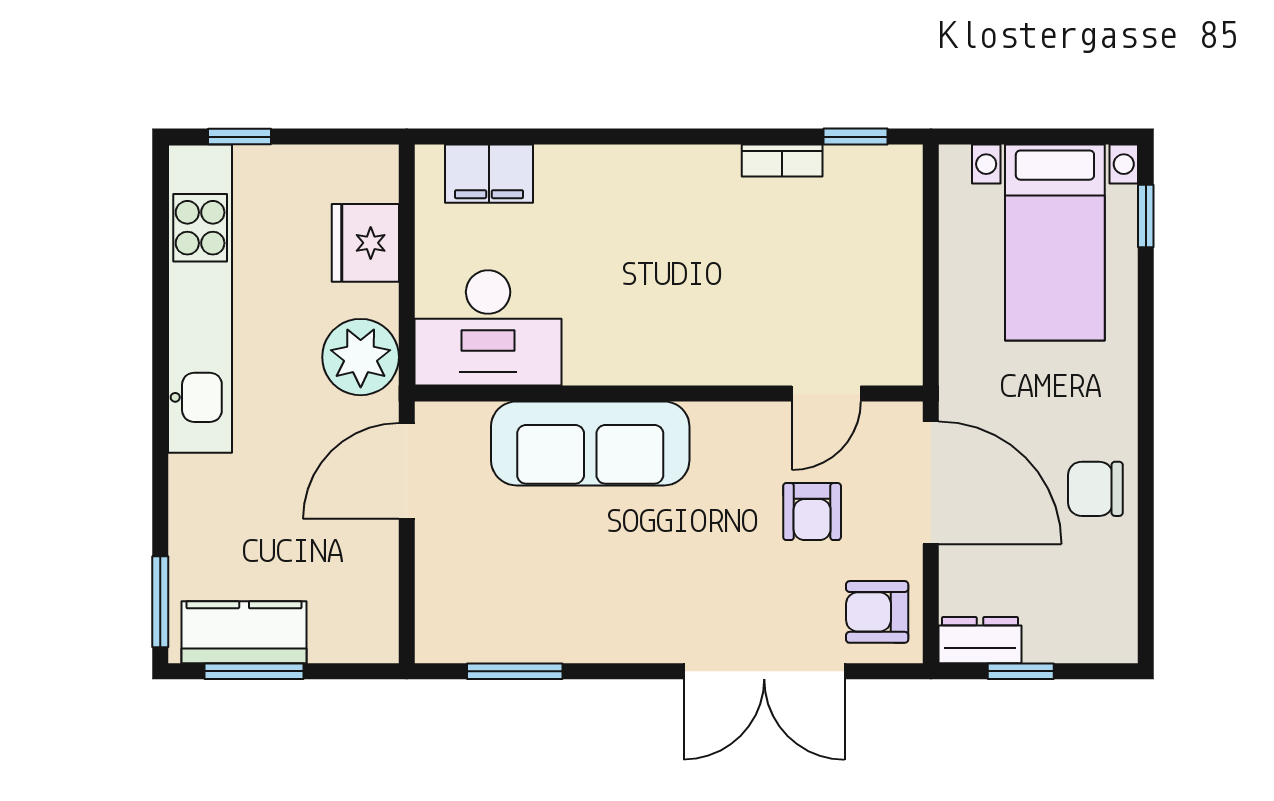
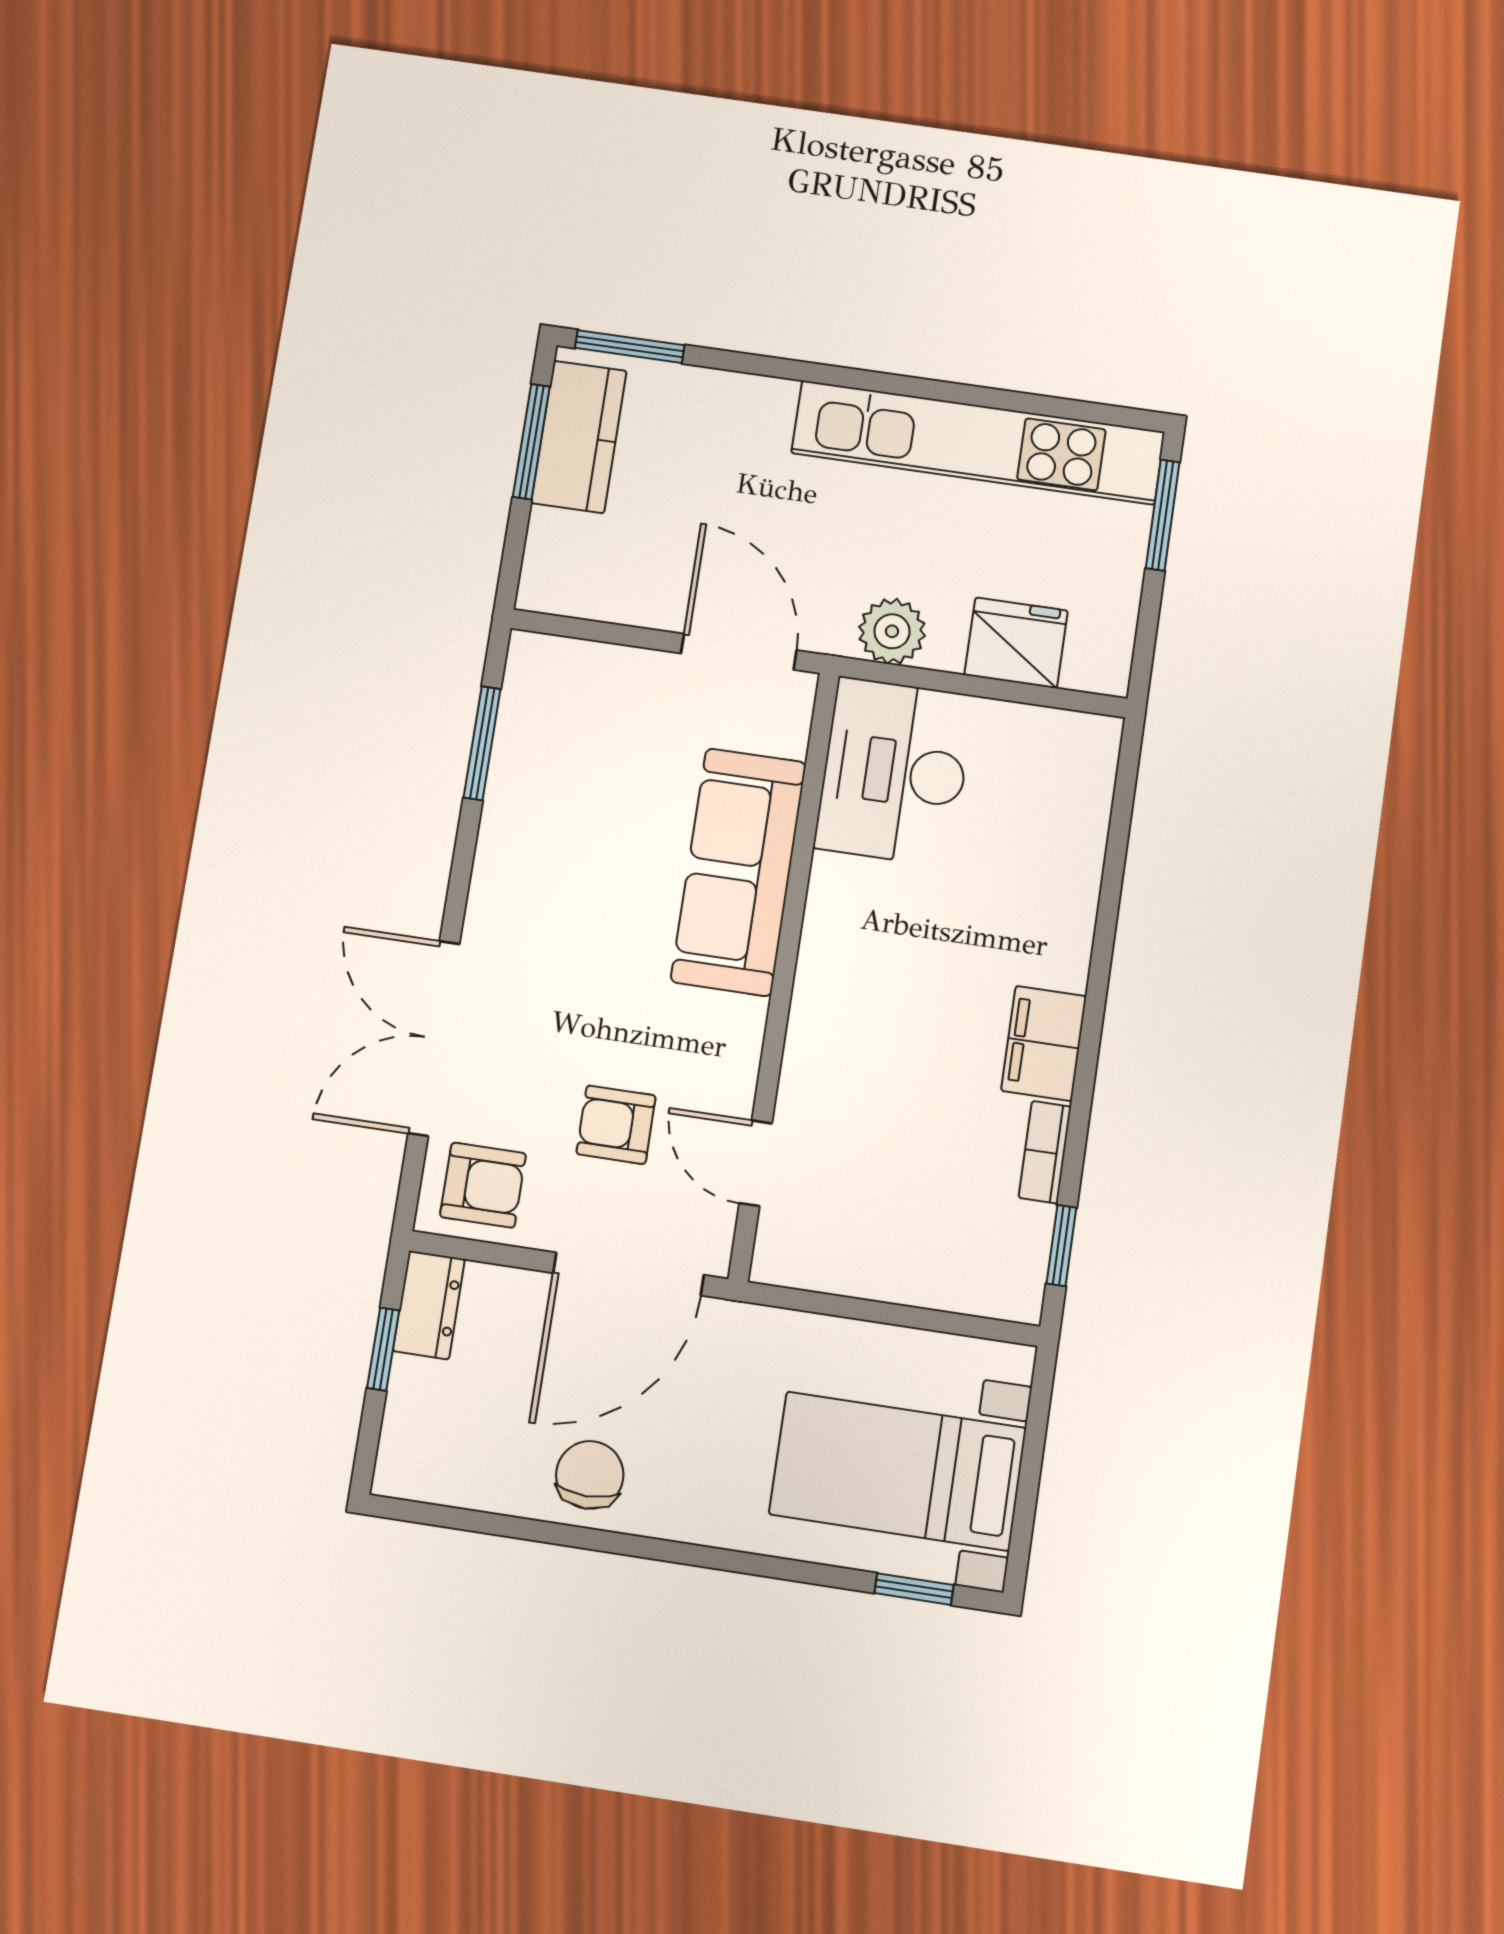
window: (239, 137) -> (1163, 515), width x1.50
filing cabinet: (489, 174) -> (1044, 1043), moved
plant: (361, 357) -> (892, 631), width x0.73, depth x0.73
armchair: (877, 612) -> (483, 1185), turned 90

